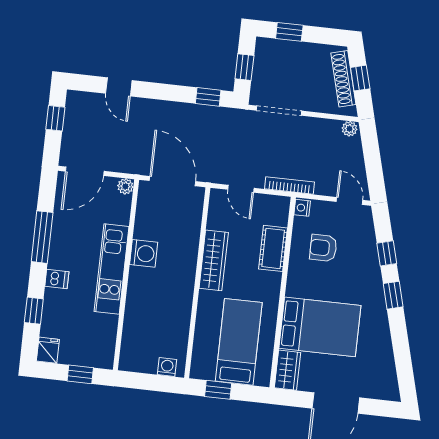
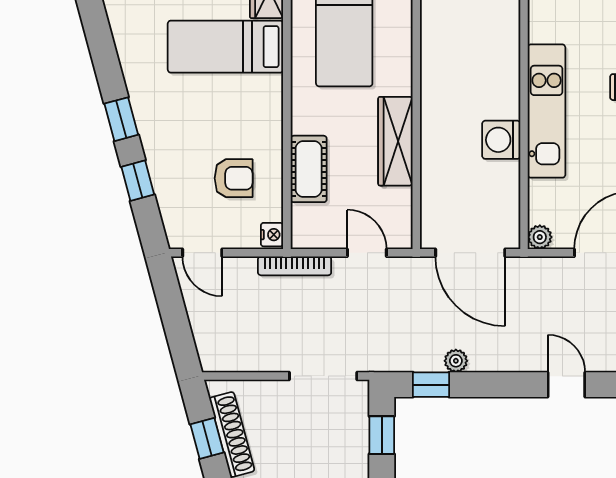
plant: (349, 129) -> (456, 361), moved
bed: (320, 327) -> (225, 47), width x0.67

